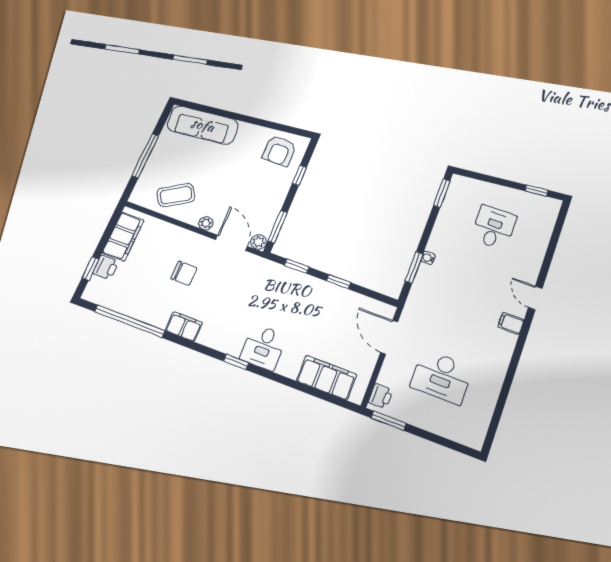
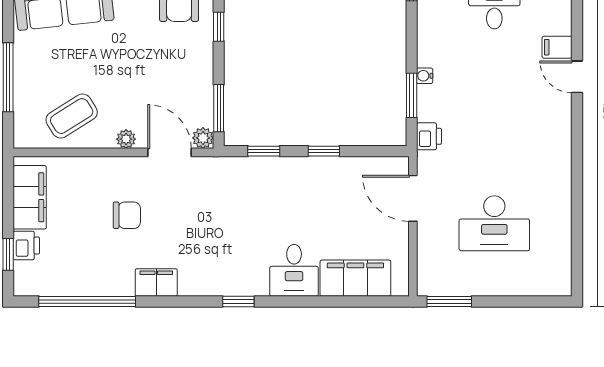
filing cabinet: (511, 323) -> (557, 47), moved
desk: (263, 347) -> (294, 270), moved
printer: (381, 396) -> (429, 136), moved

